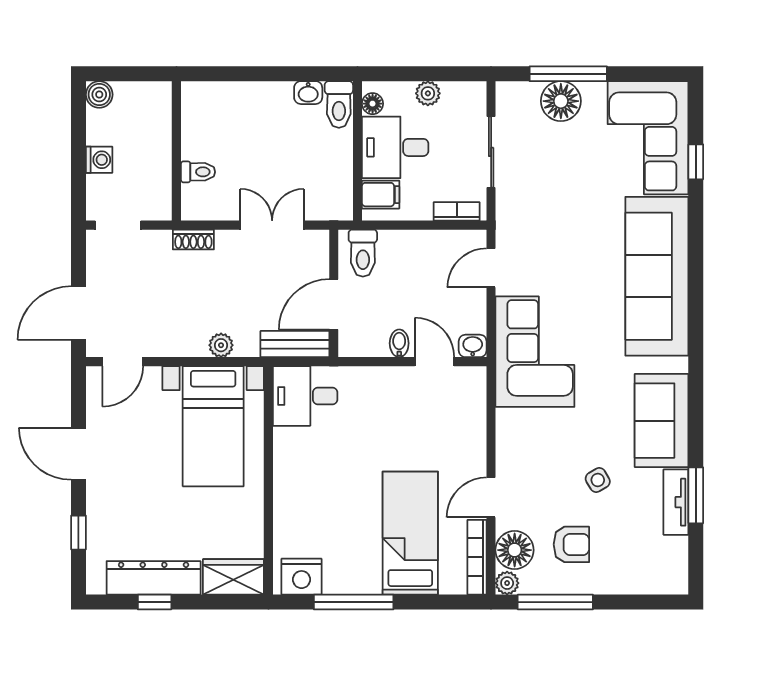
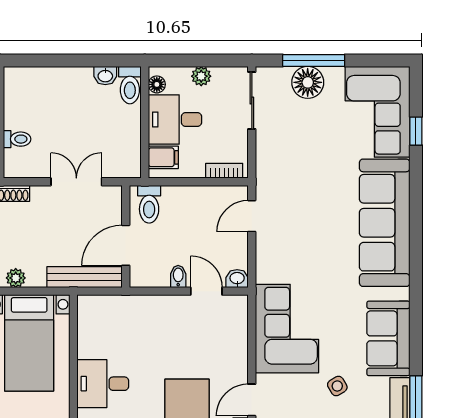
sliding door: (491, 152) -> (252, 101), moved
bench: (295, 344) -> (85, 277), width x1.36
plant: (221, 345) -> (16, 278), moved
corner sofa: (535, 352) -> (287, 329), moved
desk: (305, 396) -> (103, 384), moved

